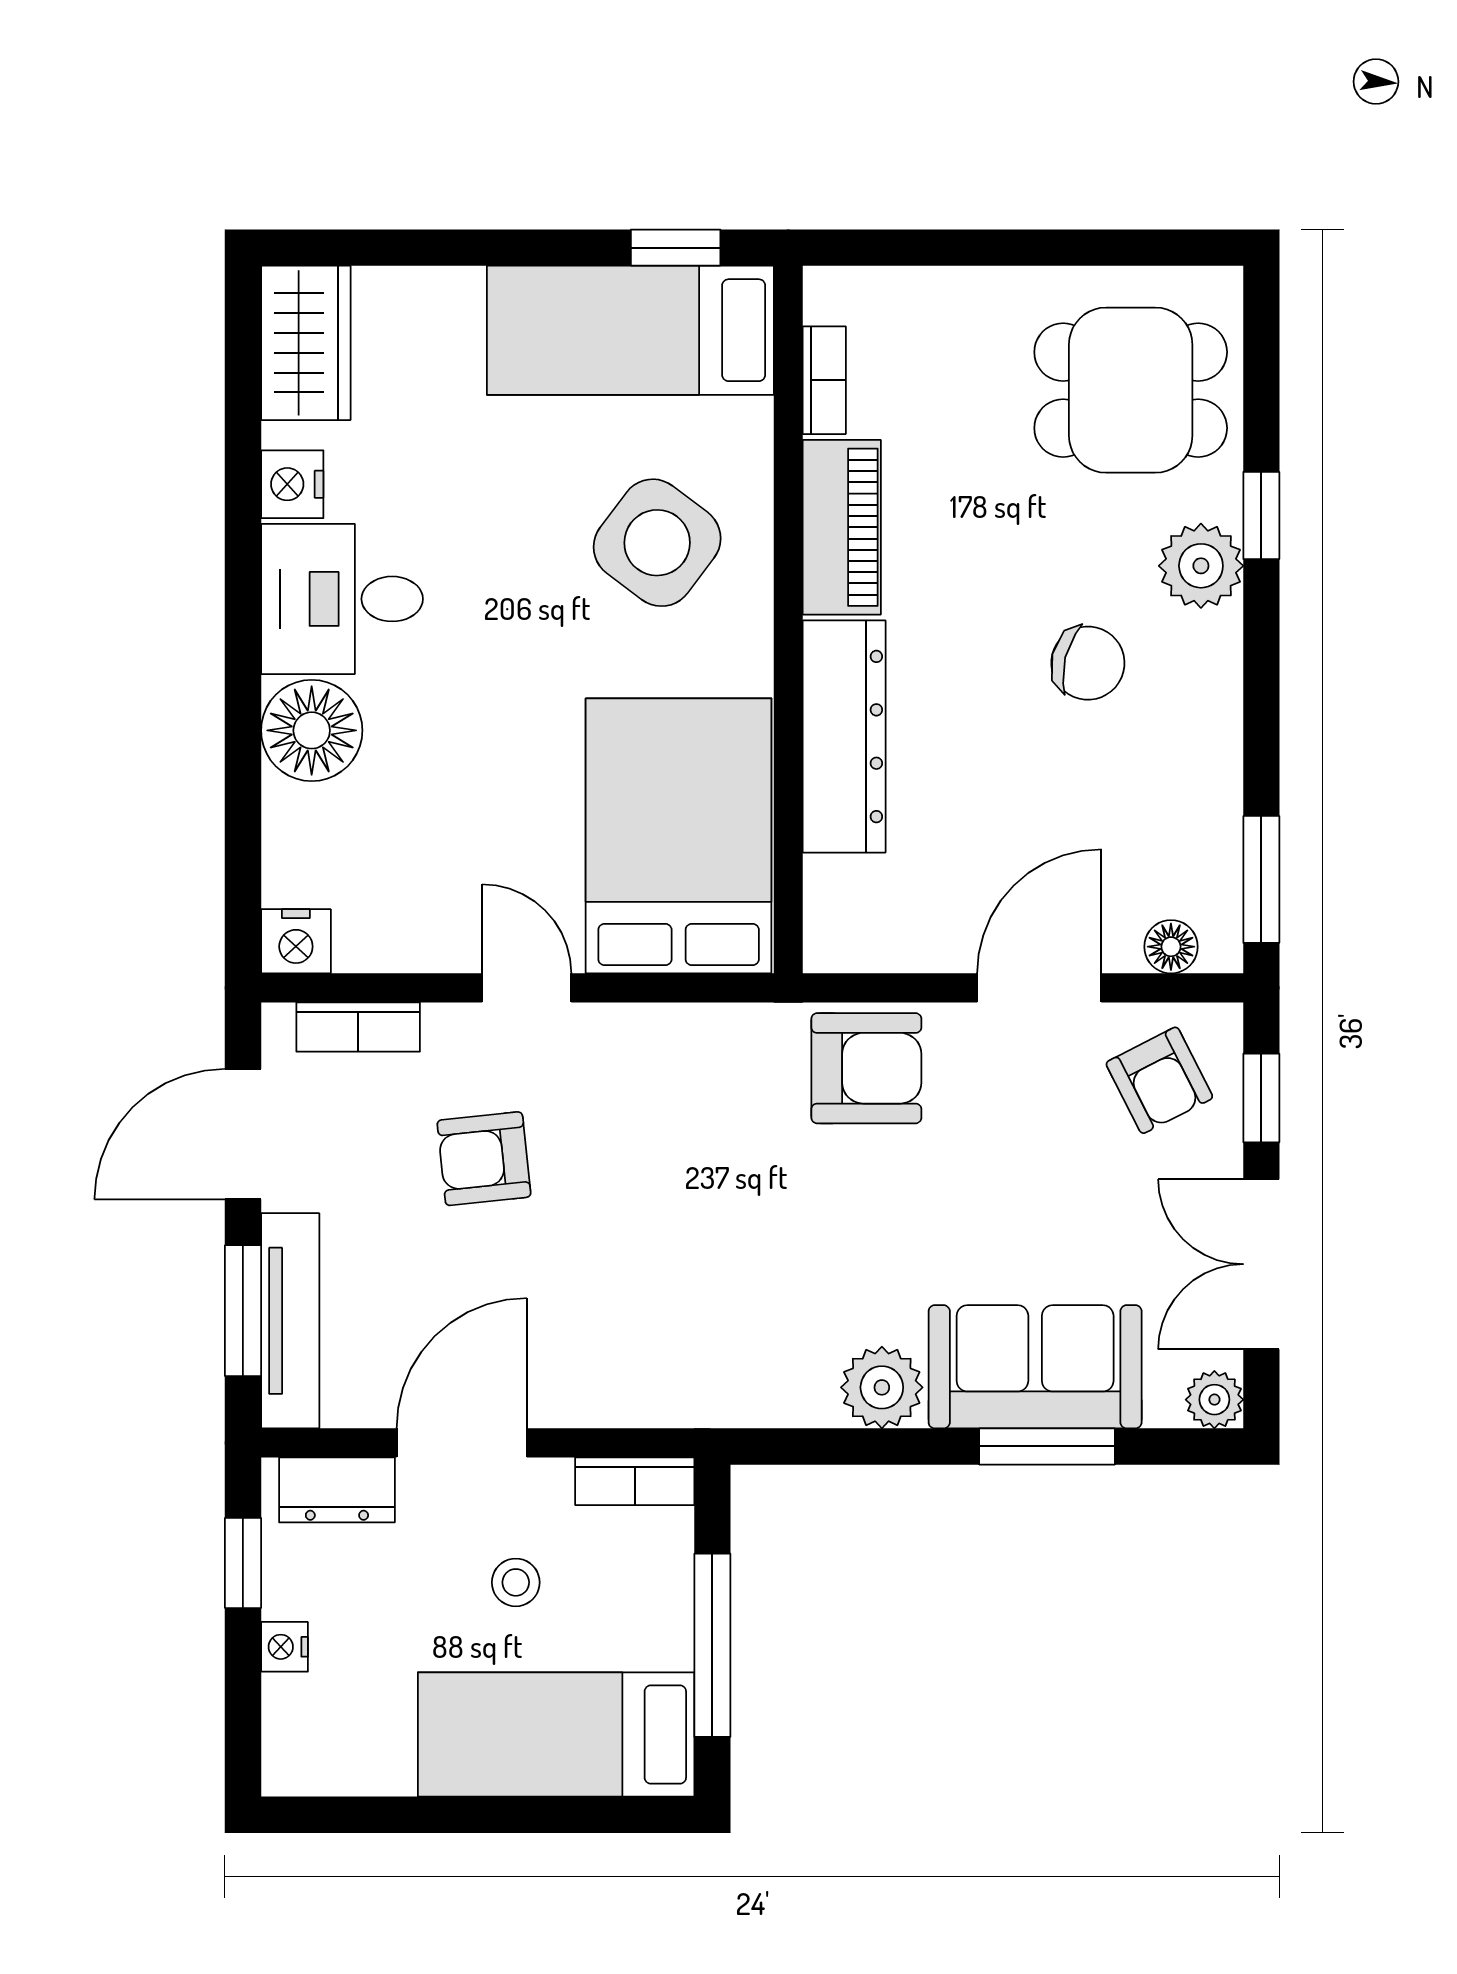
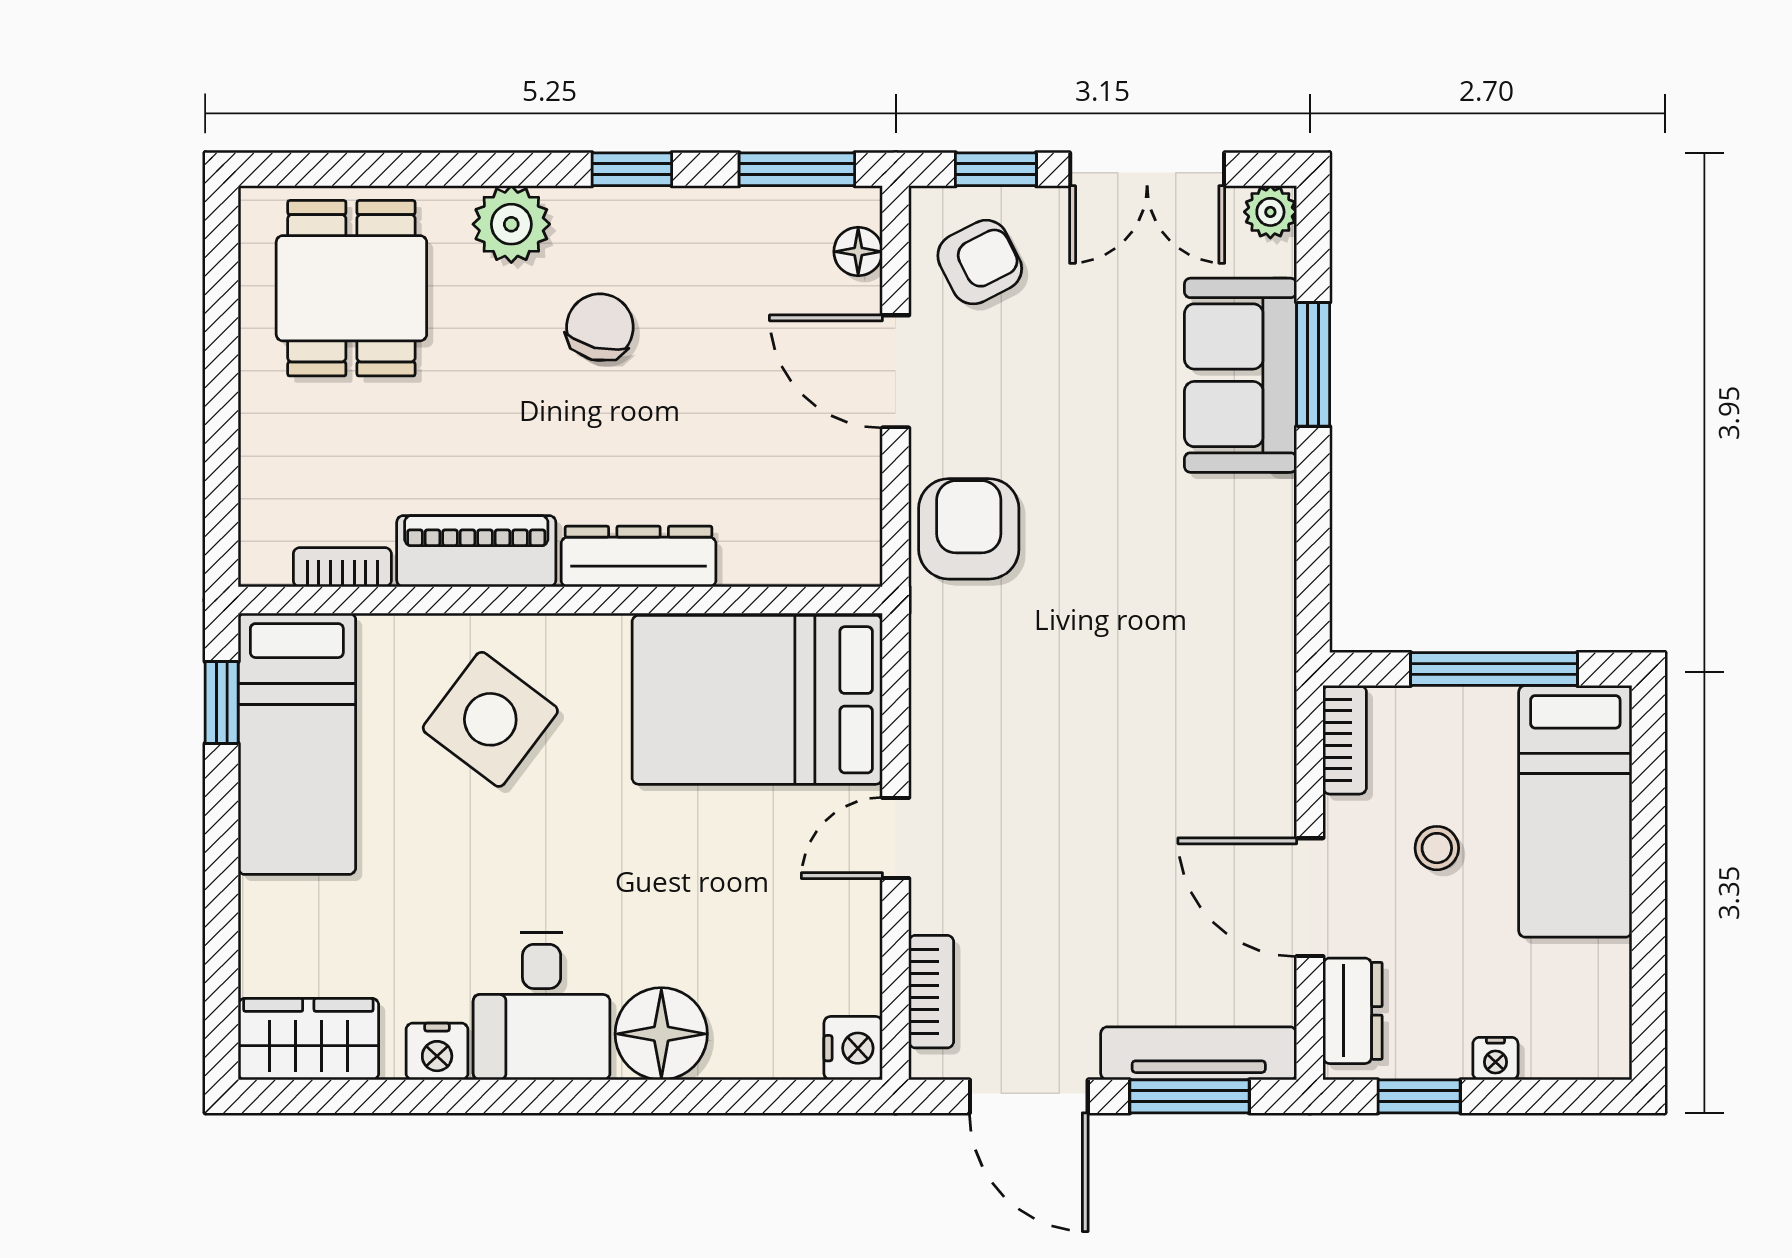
window: (1261, 515) -> (632, 169), moved
dresser: (844, 737) -> (638, 557), width x0.73, depth x0.80
armchair: (484, 1159) -> (1051, 877), removed
plant: (882, 1387) -> (1259, 515), removed

